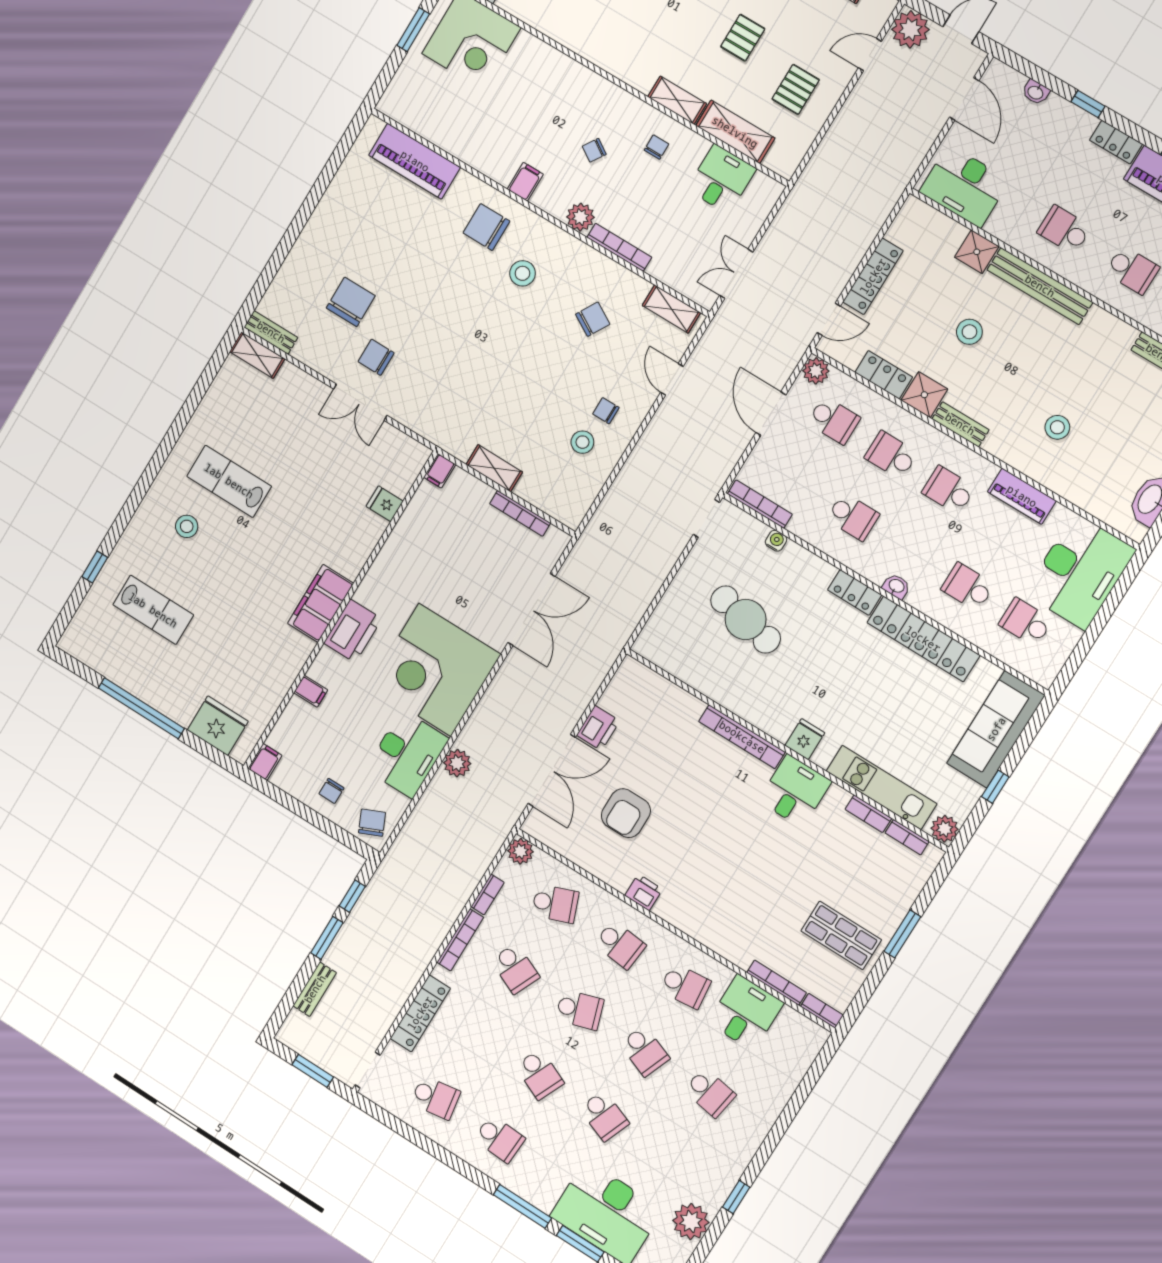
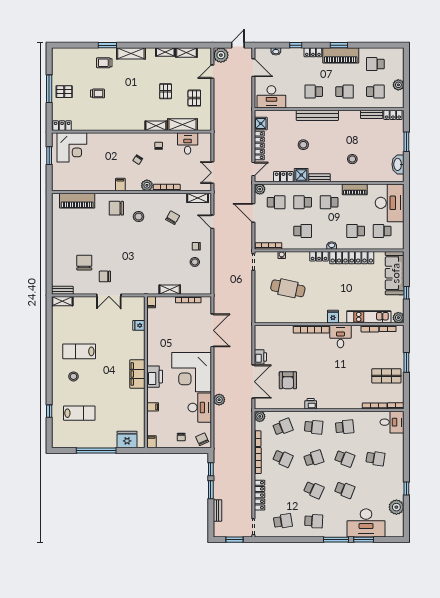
shower: (977, 252) -> (261, 124), moved
desk: (745, 1013) -> (392, 422), moved, turned 90

